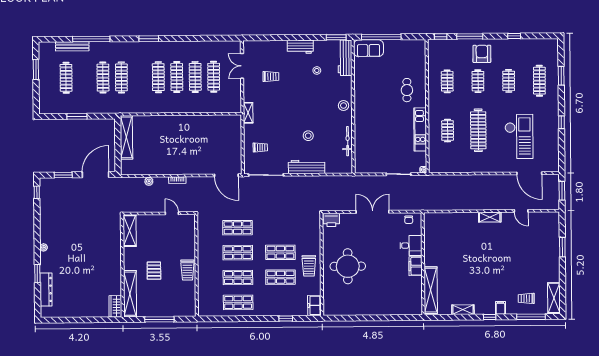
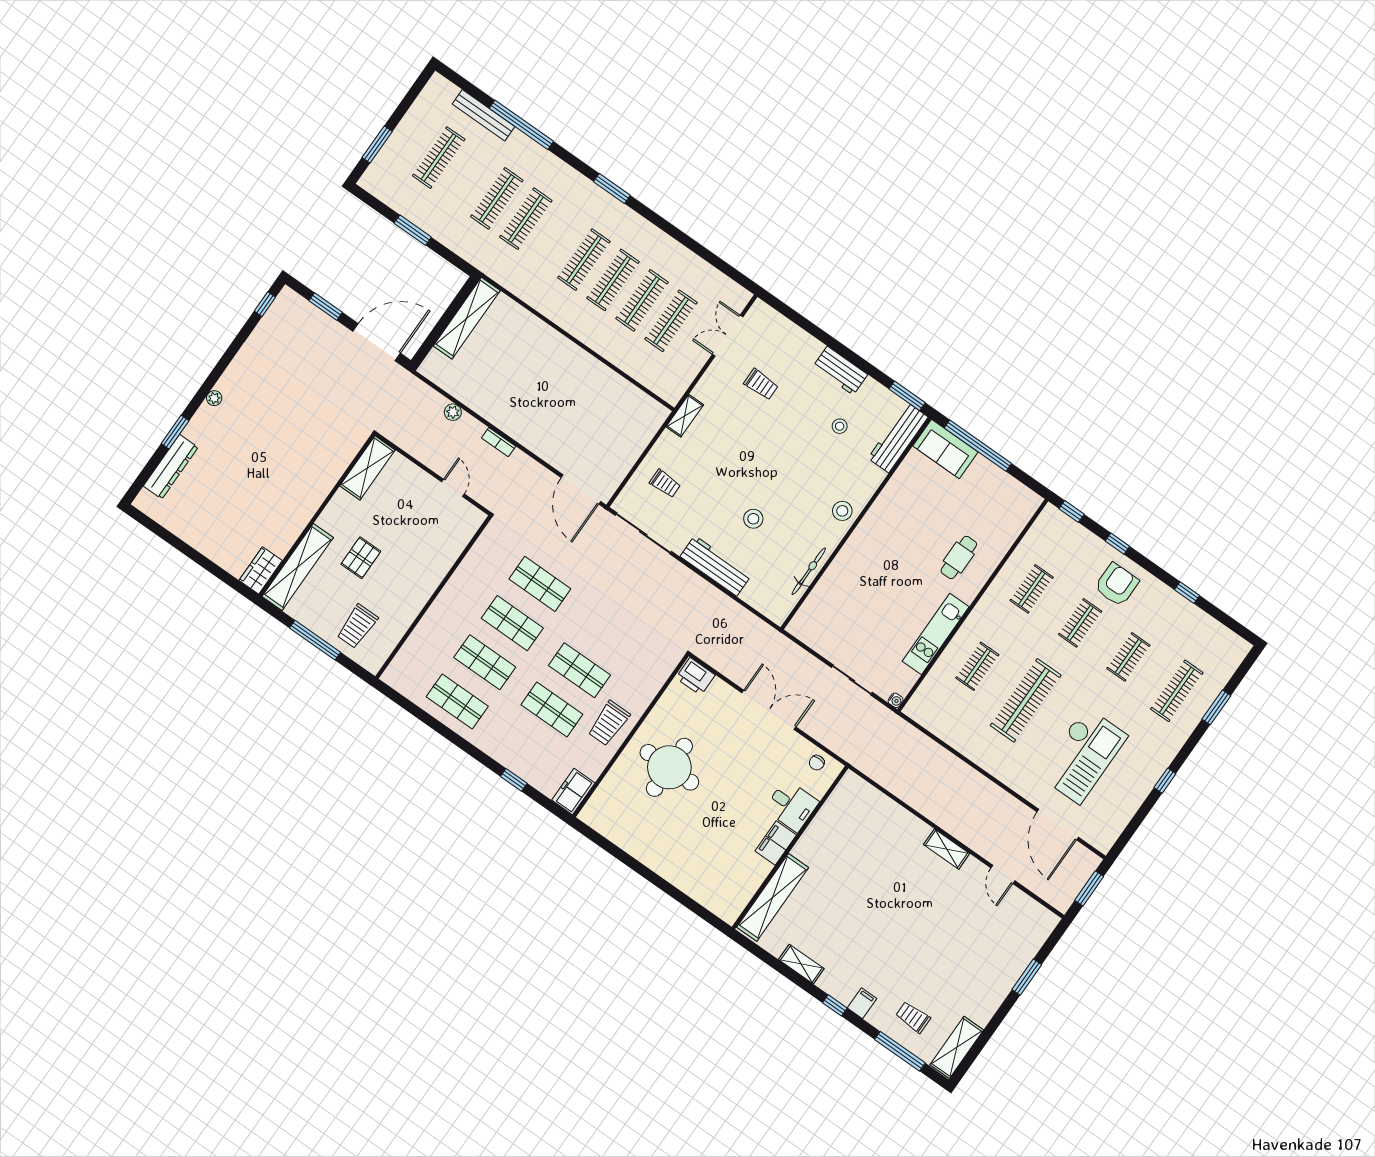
window: (470, 36) -> (1117, 544), width x0.46
window: (36, 69) -> (377, 144), moved
trolley: (187, 270) -> (357, 626), moved

